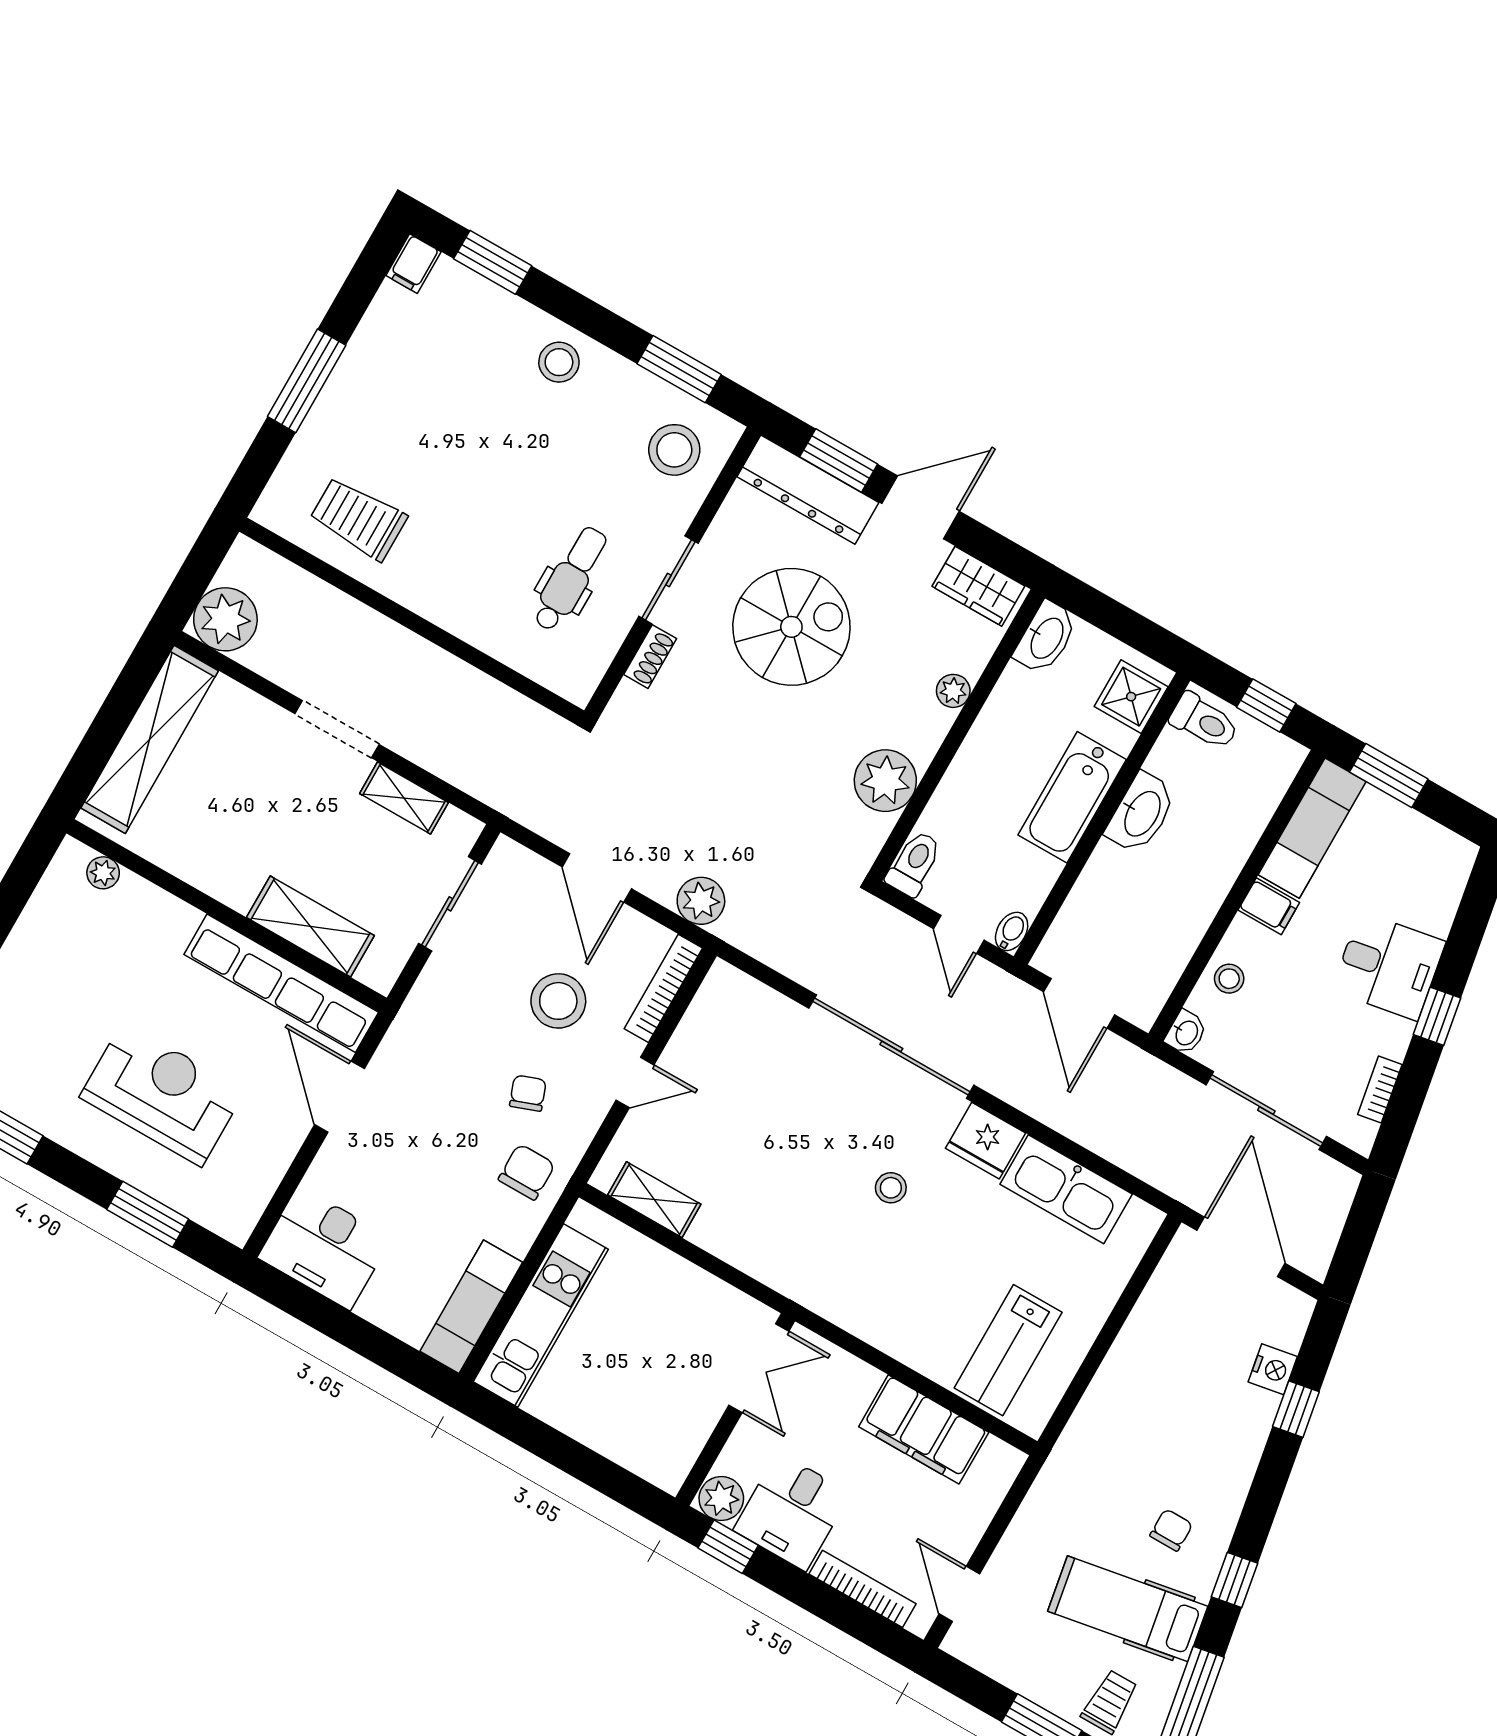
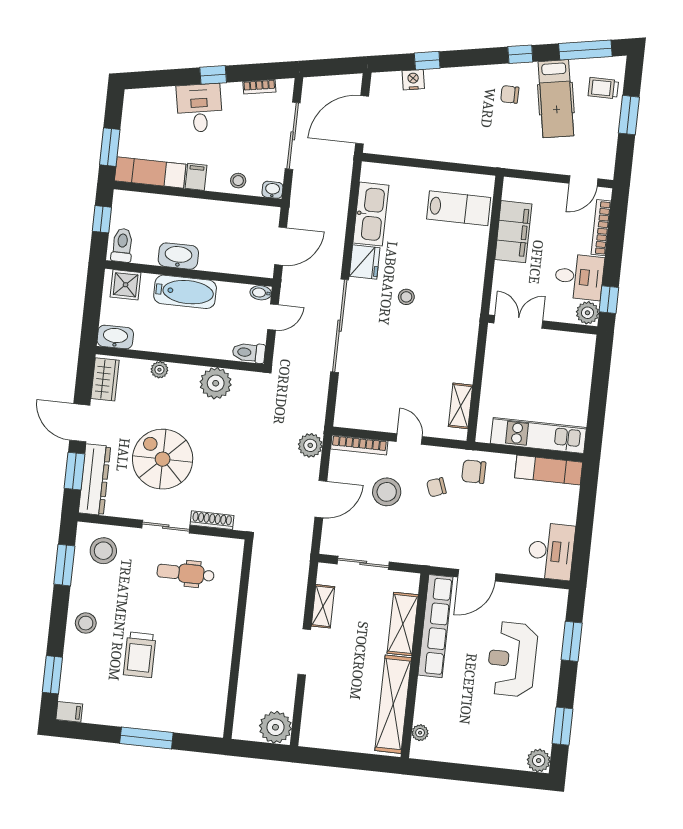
trolley: (358, 518) -> (140, 655), moved
shoe rack: (650, 657) -> (212, 520), width x1.43
shelving: (150, 739) -> (393, 704), moved, turned 90

